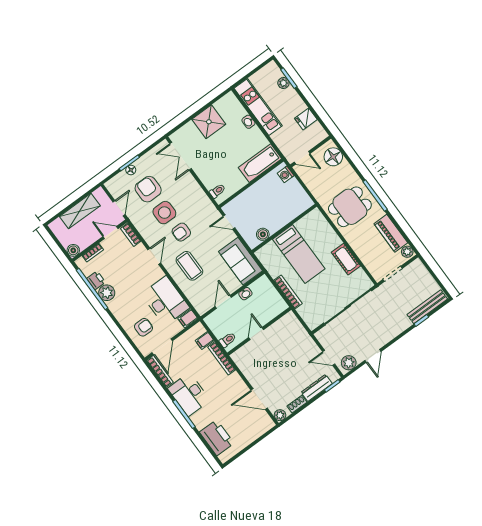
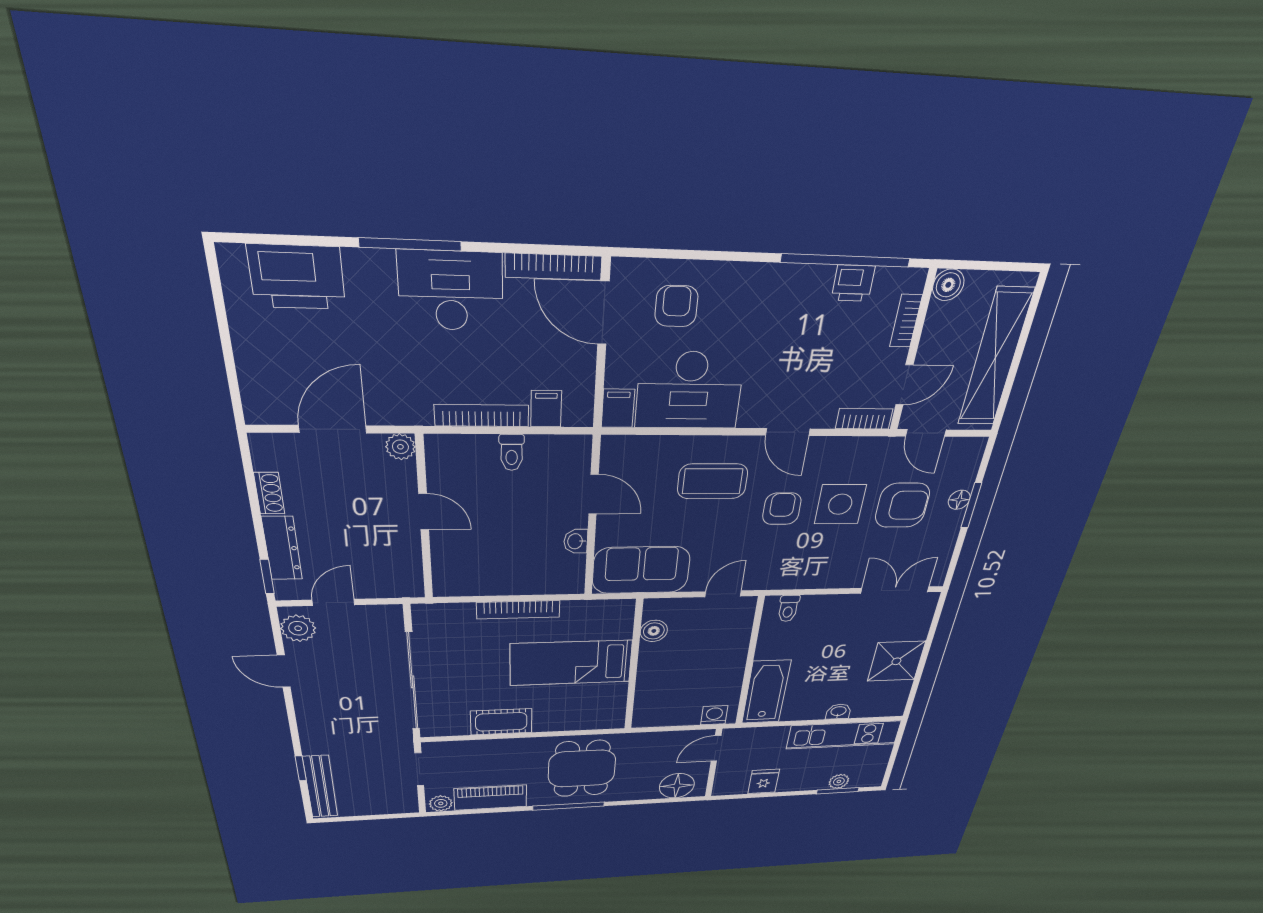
shelving: (80, 211) -> (995, 358), width x1.47
plant: (107, 293) -> (810, 285), removed
armchair: (144, 327) -> (676, 306), turned 180
wall: (259, 331) -> (424, 520), moved
door: (256, 334) -> (424, 512), moved
plant: (280, 415) -> (400, 447), moved

